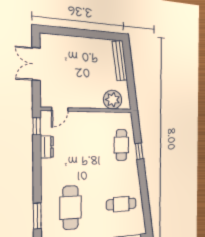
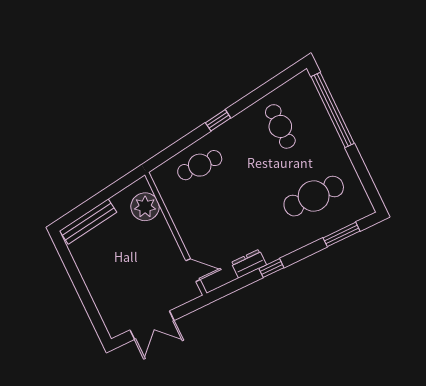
window: (37, 126) -> (271, 268), moved
window: (139, 151) -> (218, 120), moved

